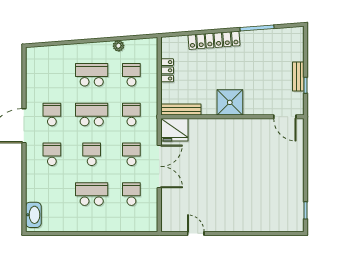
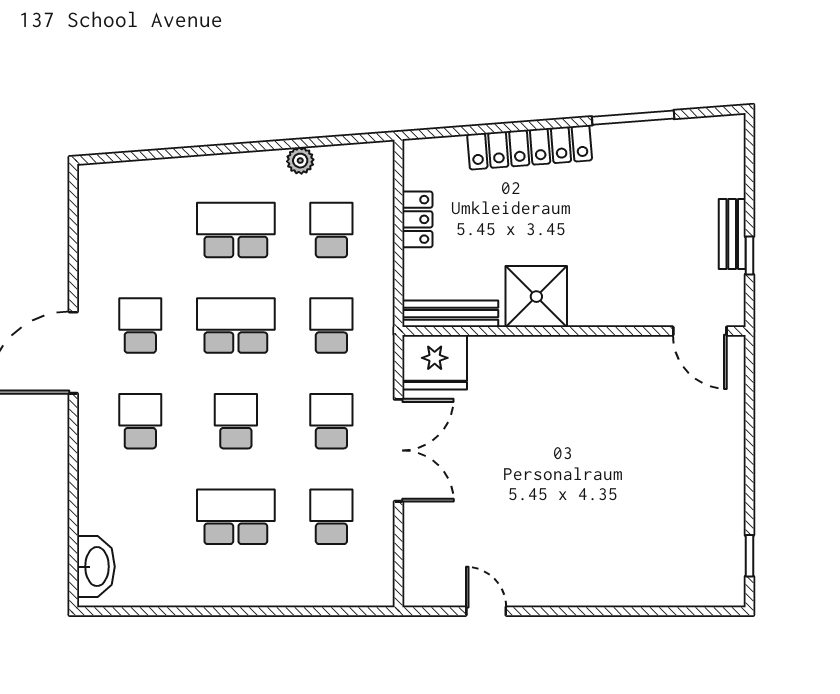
shower: (230, 102) -> (536, 297), moved

